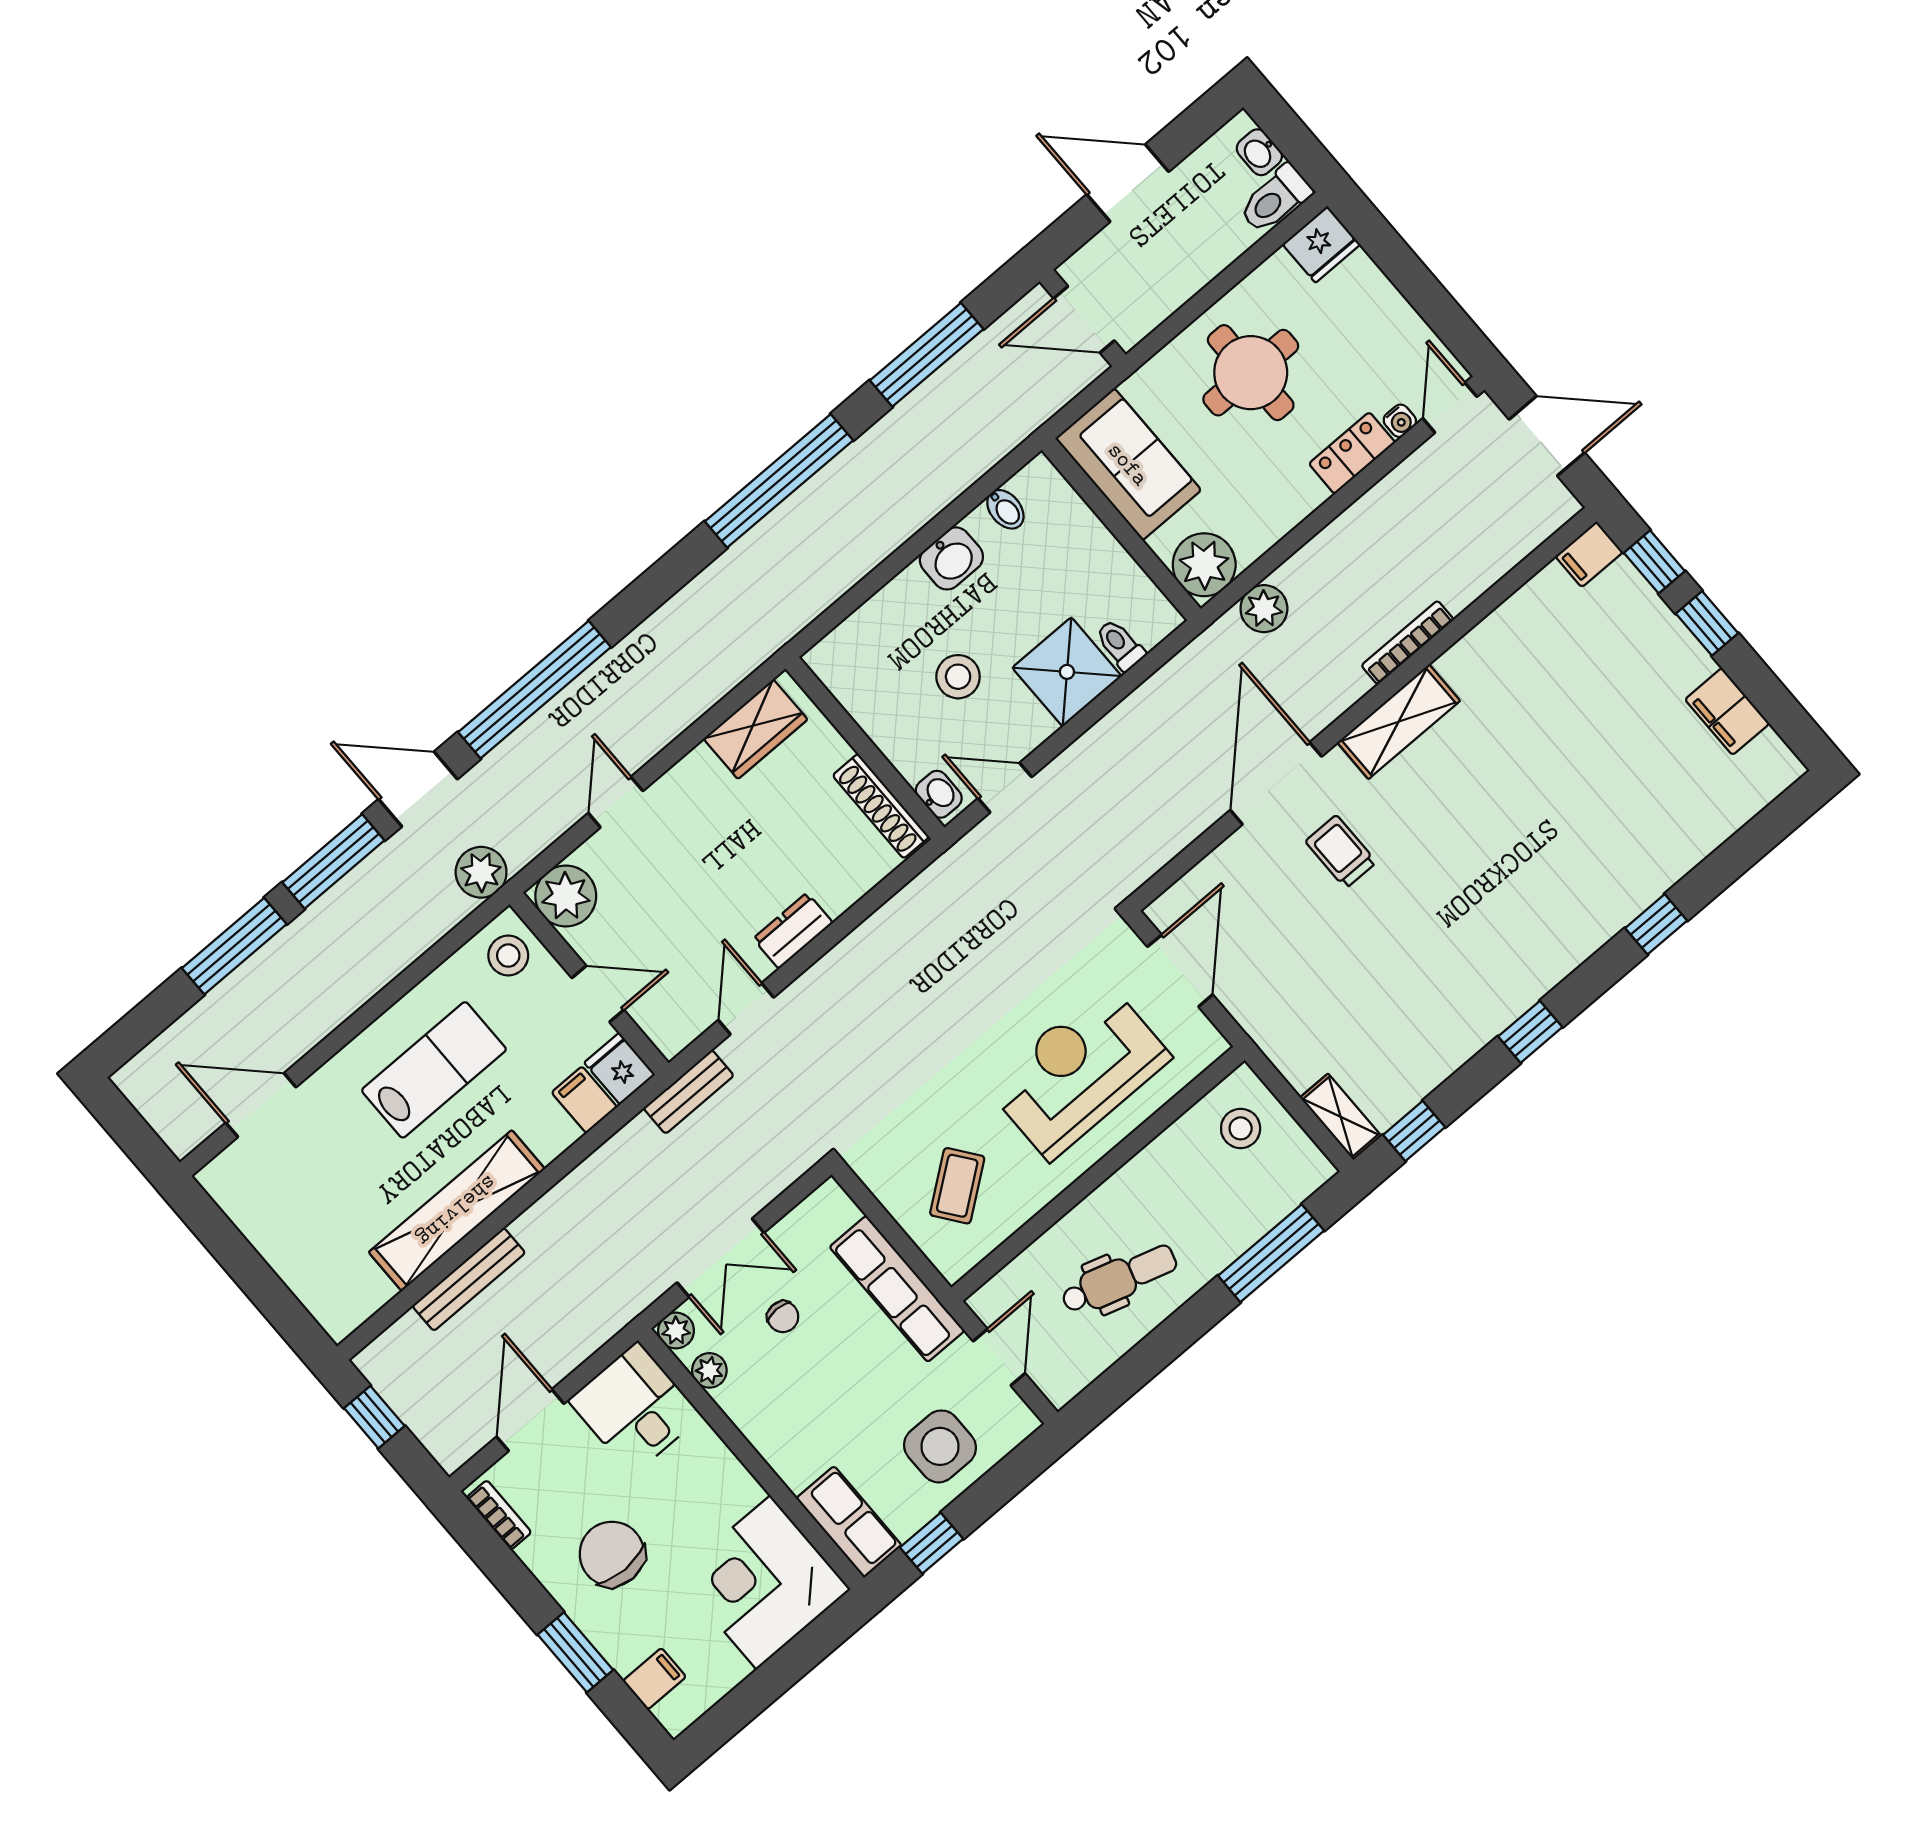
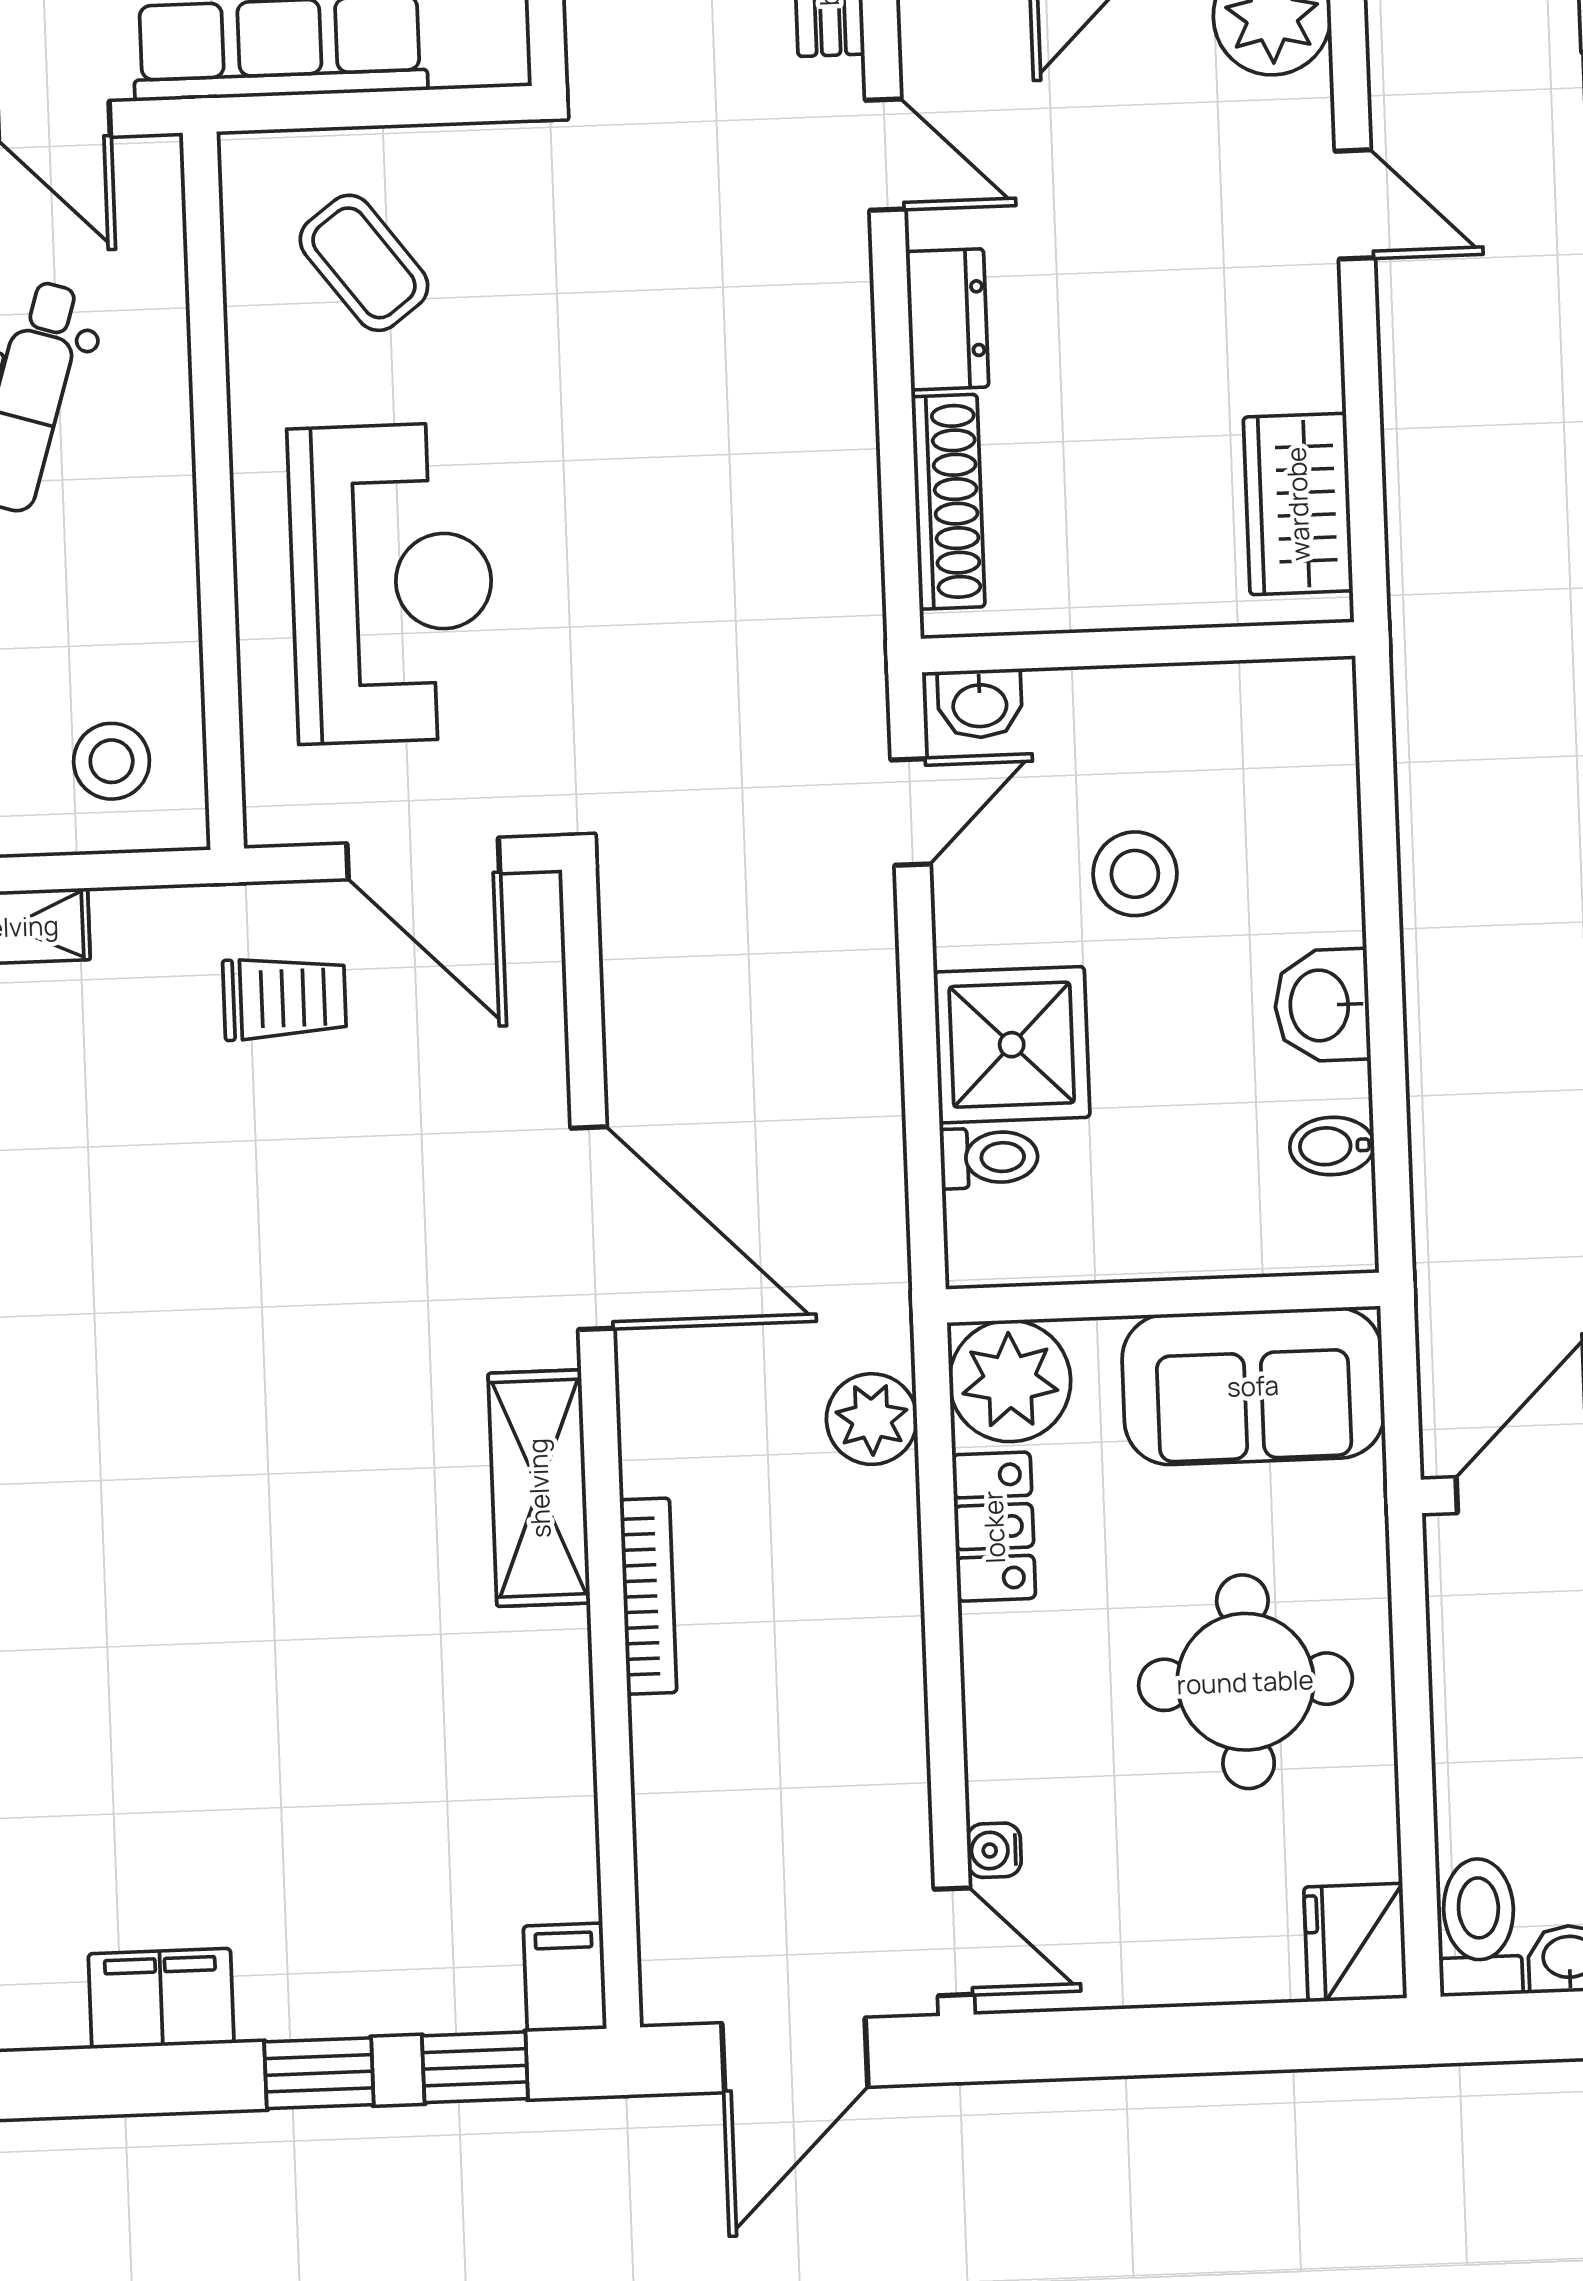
locker: (1352, 453) -> (994, 1527), moved
shoe rack: (881, 806) -> (948, 502), moved, turned 90
trolley: (1341, 852) -> (284, 998), moved

